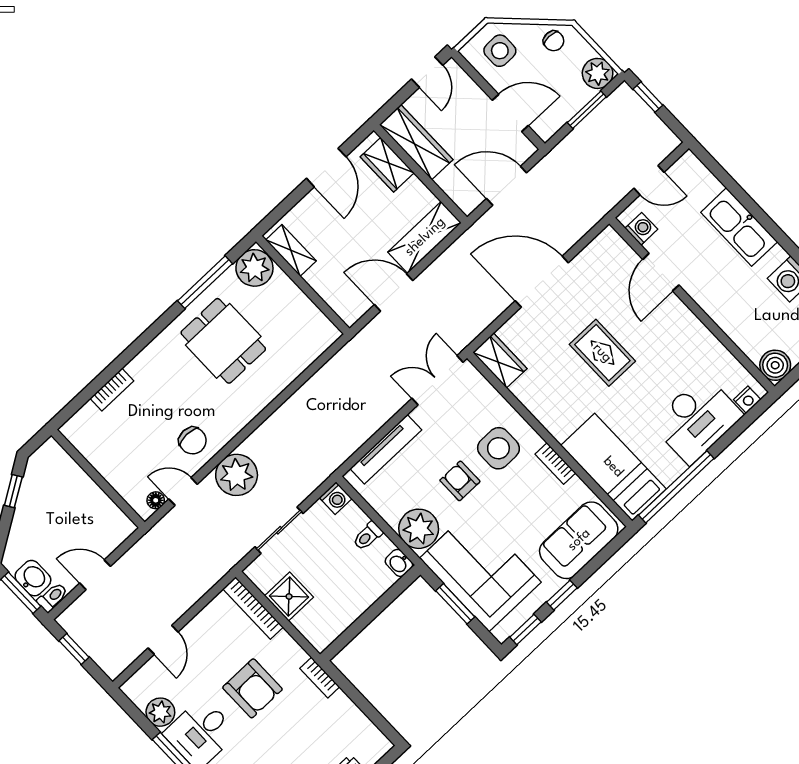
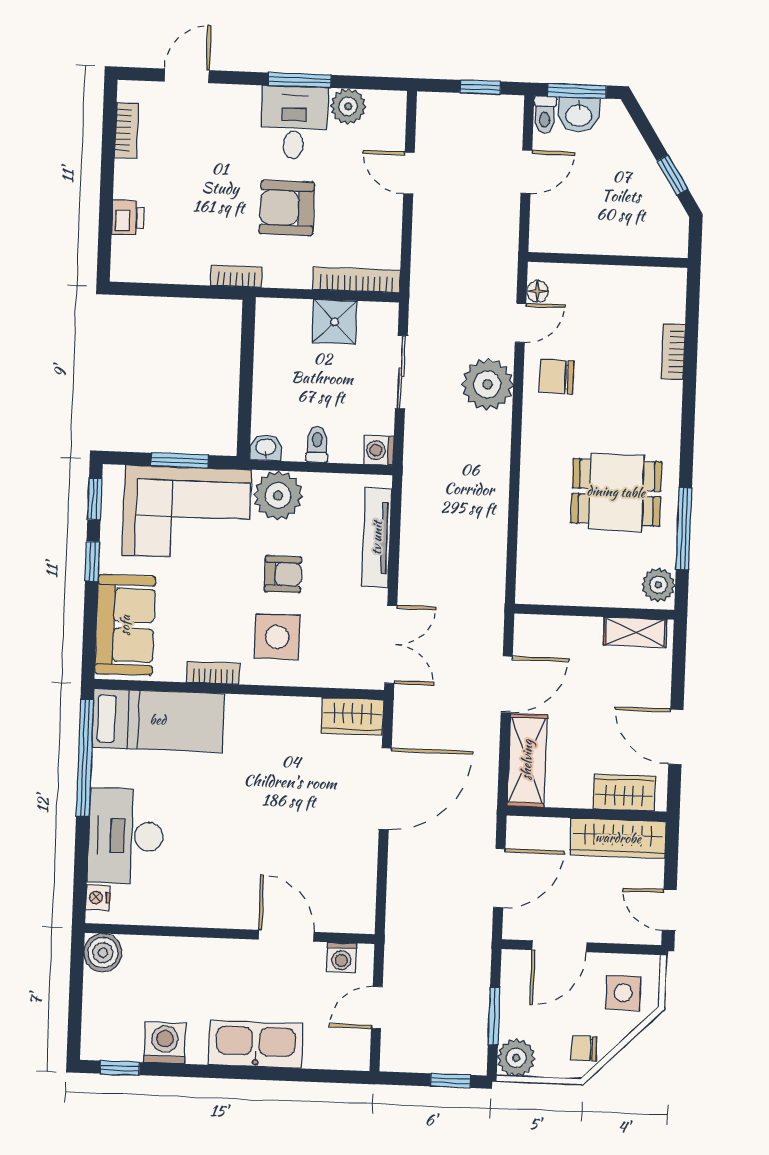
plant: (254, 268) -> (658, 585), width x0.73, depth x0.73
door: (542, 282) -> (385, 789), moved
rug: (602, 353) -> (268, 813), removed

